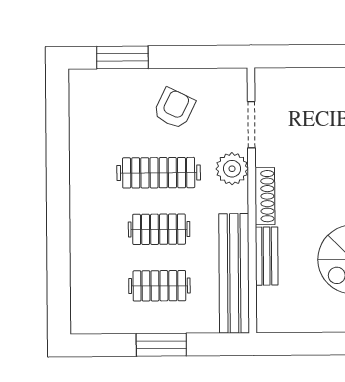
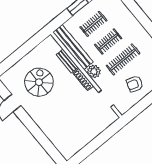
armchair: (174, 108) -> (135, 84), turned 82
plant: (232, 169) -> (94, 71), moved

